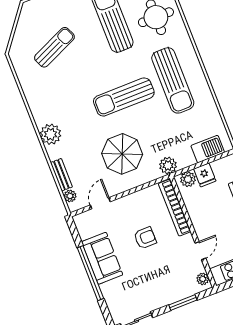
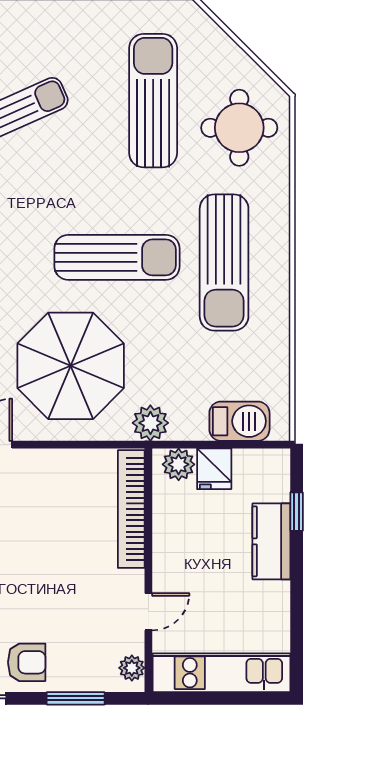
sun lounger: (124, 97) -> (117, 257), turned 180
parasol: (122, 154) -> (71, 366), width x1.36, depth x1.36
armchair: (145, 238) -> (27, 662), moved

